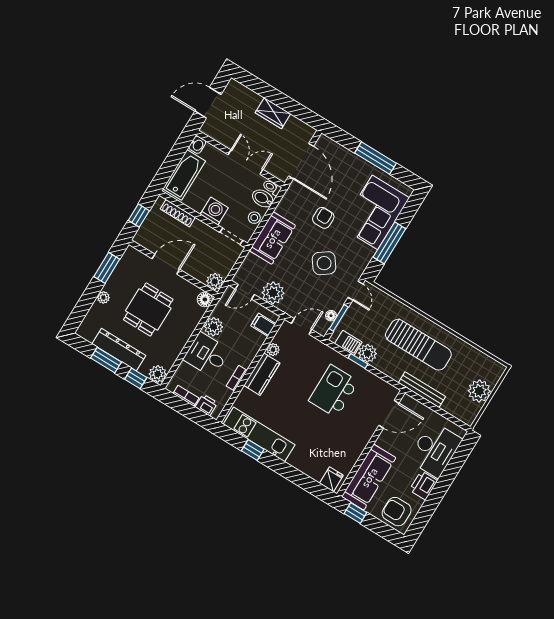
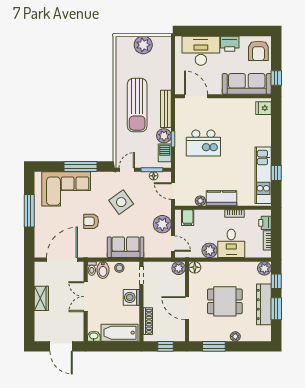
sun lounger: (418, 345) -> (137, 105), turned 180
bench: (422, 390) -> (166, 109), moved

